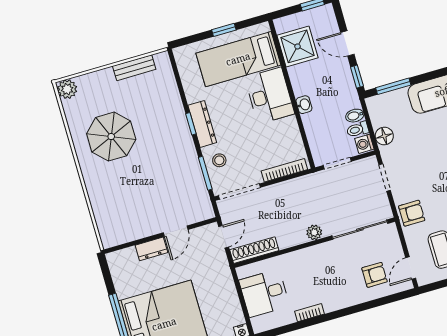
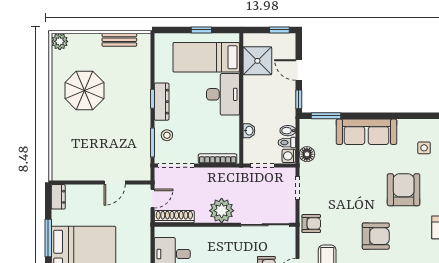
washbasin: (304, 105) -> (249, 131), moved
plant: (314, 232) -> (222, 211), width x1.88, depth x1.88
dresser: (151, 249) -> (58, 197), moved, turned -90

